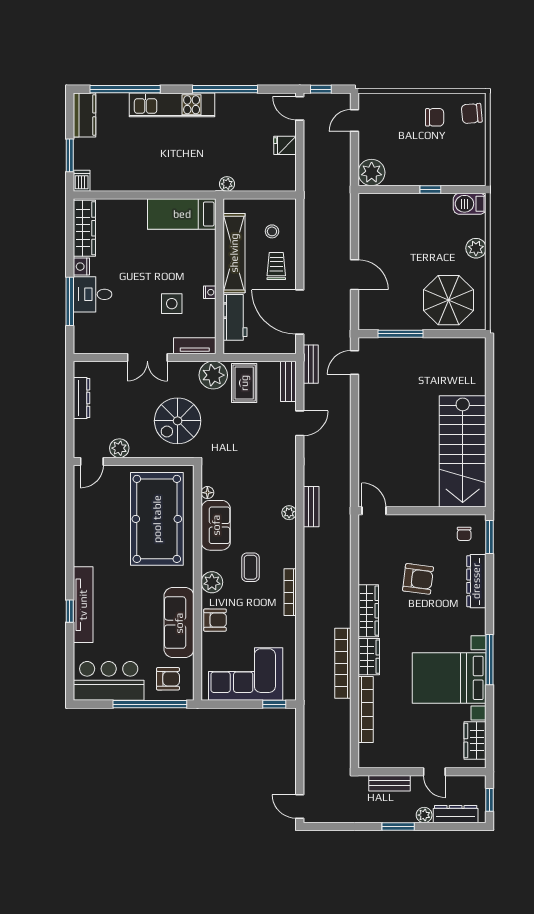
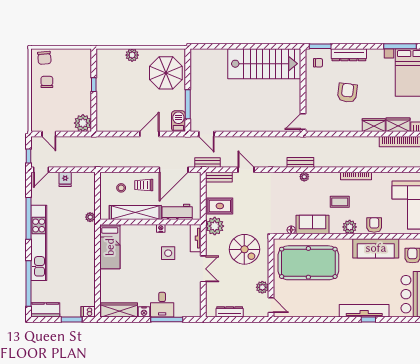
kitchen unit: (172, 105) -> (39, 243), width x1.36
barbecue: (470, 204) -> (178, 121), moved, turned 180
wardrobe: (368, 611) -> (374, 125), width x0.67

